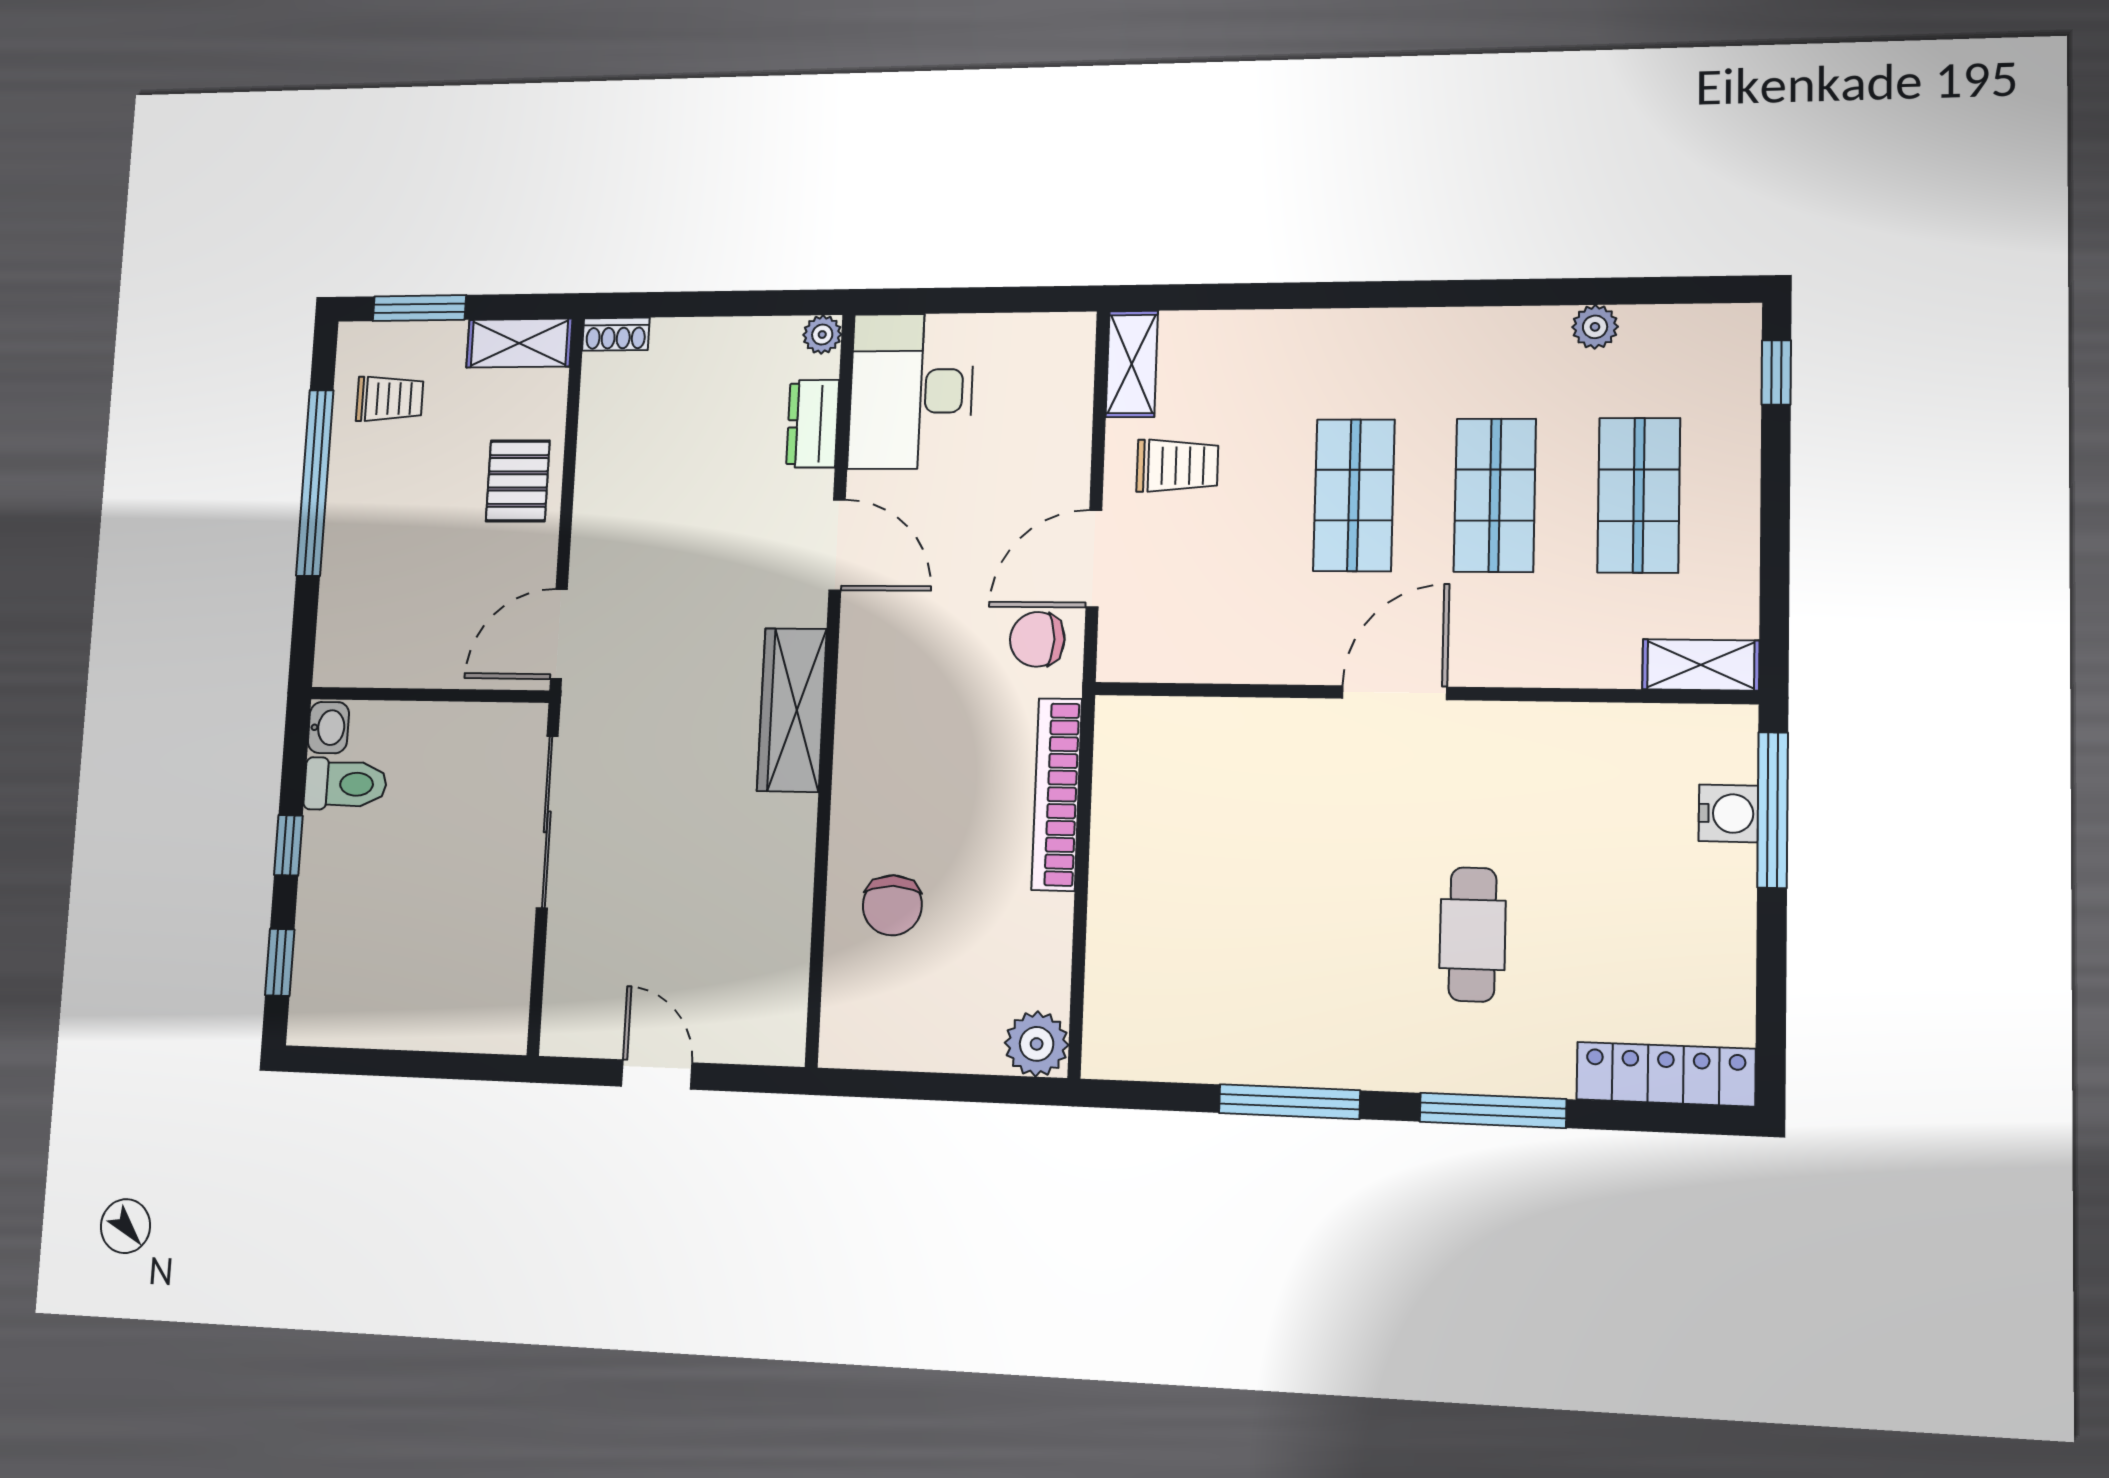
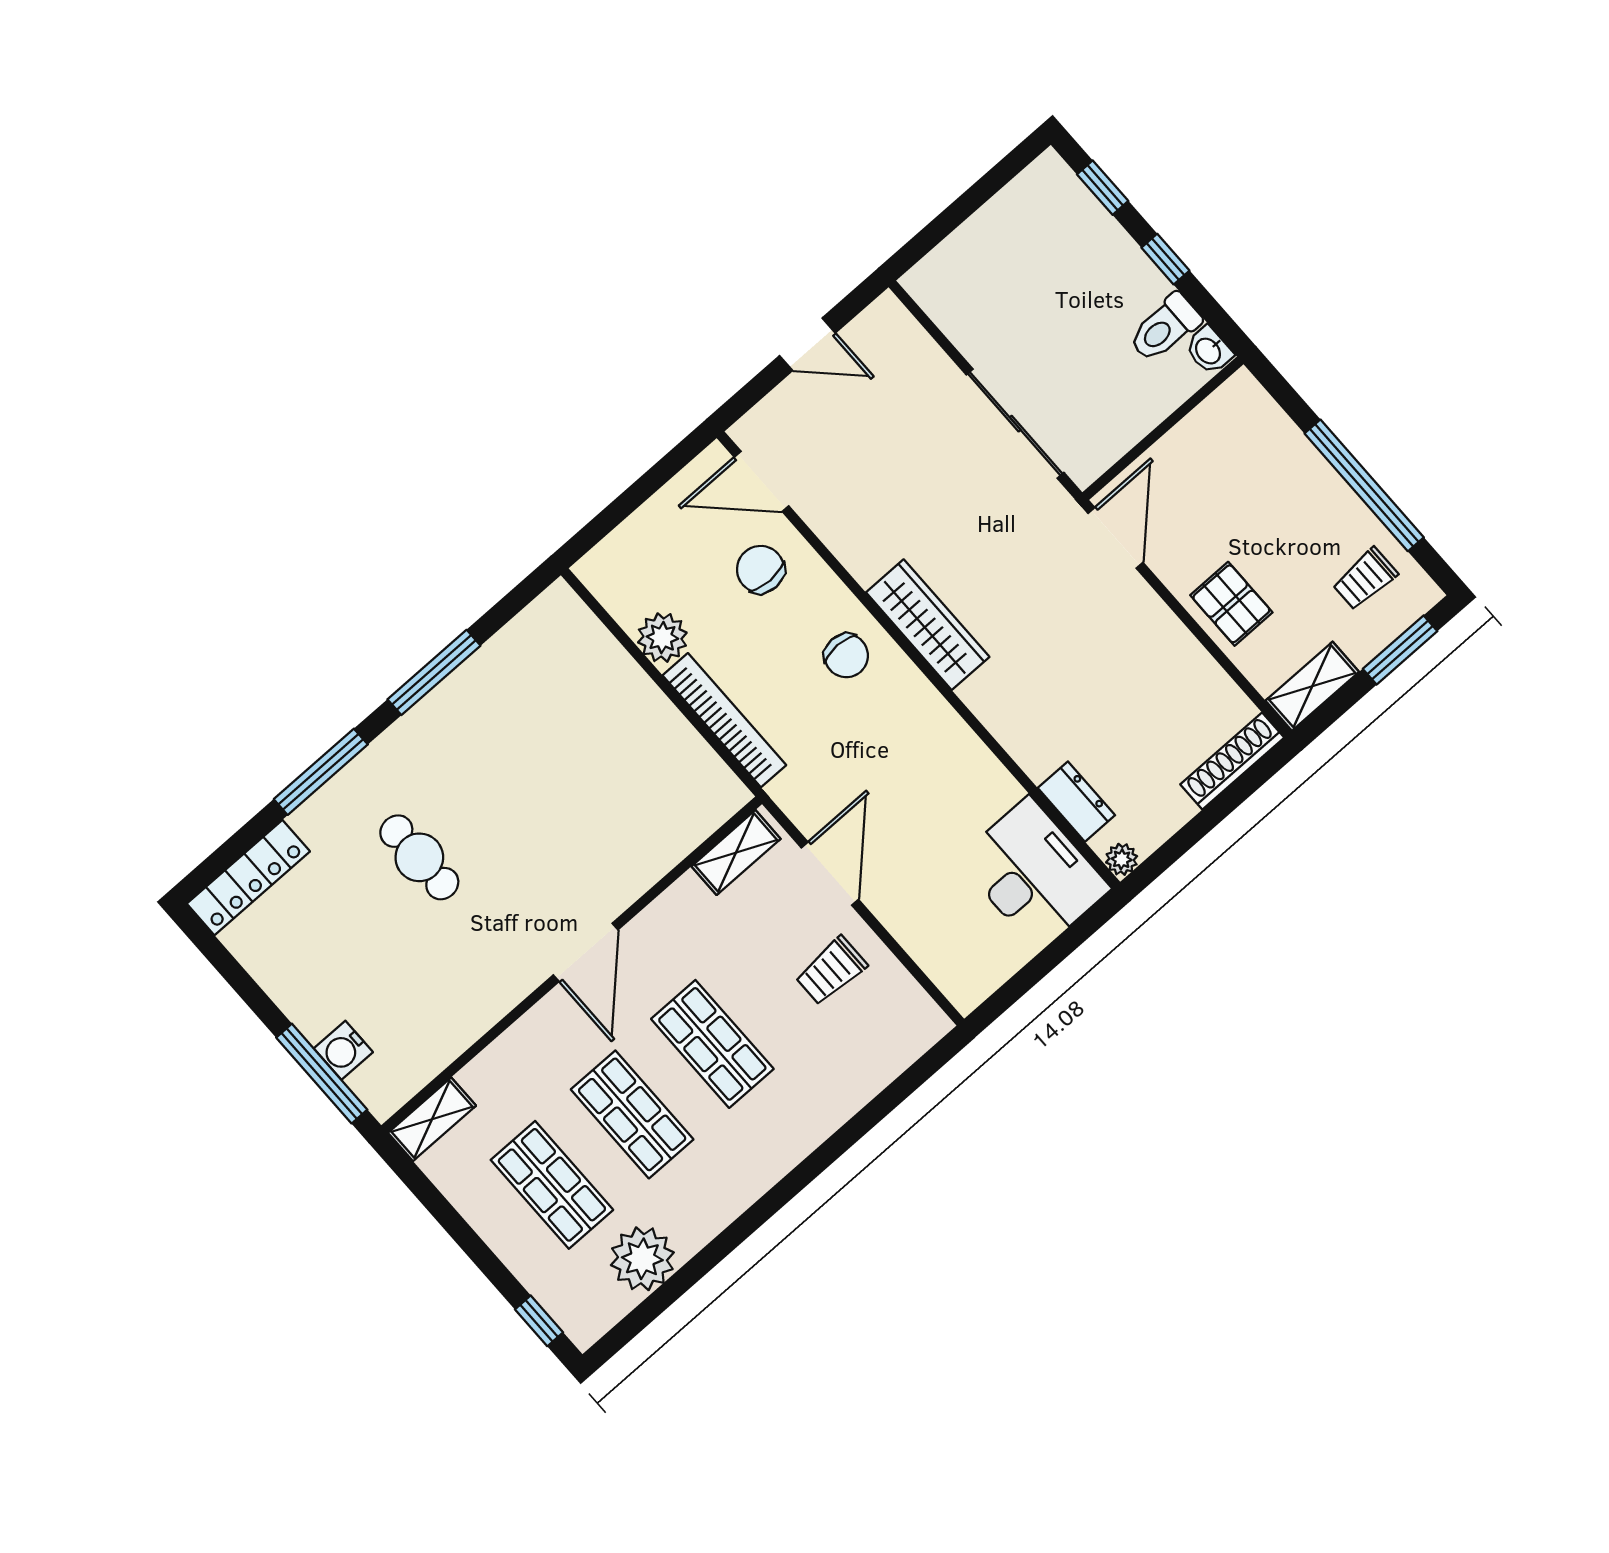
plant: (1595, 327) -> (642, 1259), width x1.87, depth x1.87
shoe rack: (616, 334) -> (1232, 761), width x1.94, depth x1.24
shelving: (1132, 364) -> (736, 853), moved, turned 90
door: (837, 545) -> (762, 481), moved
chair: (1037, 639) -> (846, 656), moved, turned 90
plant: (1037, 1044) -> (662, 638), moved

